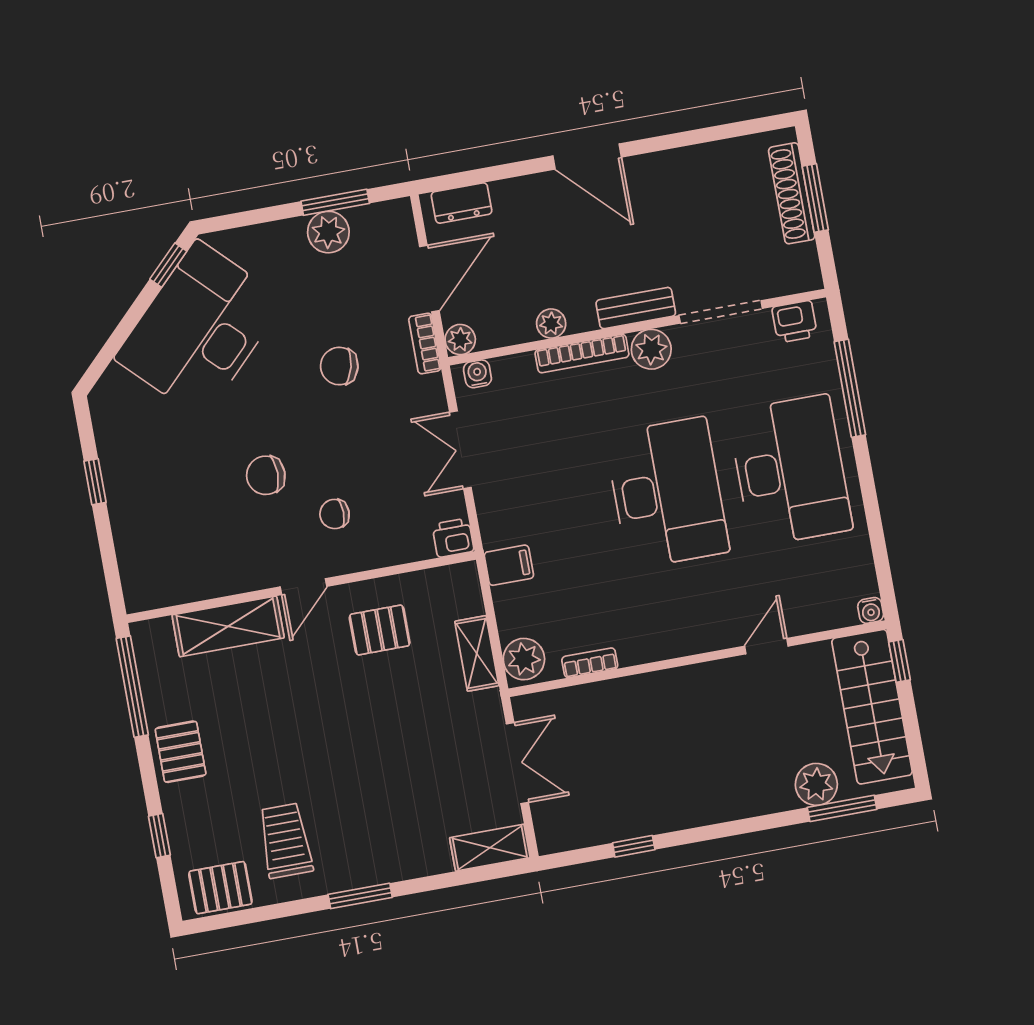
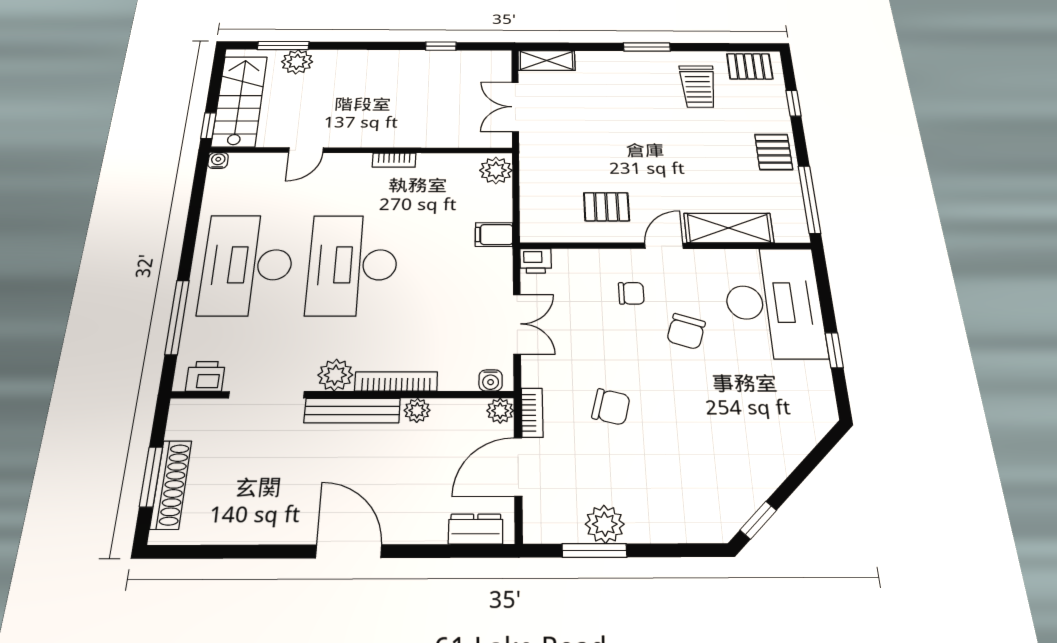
bench: (636, 308) -> (352, 411), width x1.36
desk: (200, 329) -> (774, 302), moved, turned -45
chair: (266, 475) -> (686, 331), turned 108
shelving: (477, 653) -> (532, 180), removed
bookcase: (590, 663) -> (394, 160), moved

